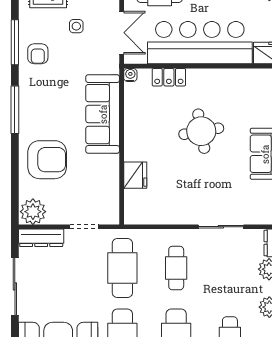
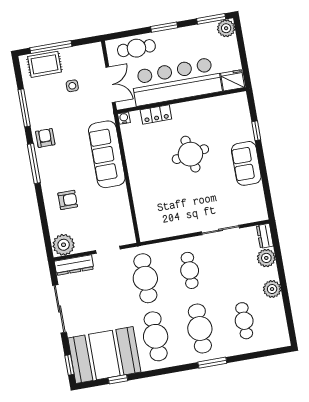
armchair: (38, 54) -> (45, 138), moved, turned 180
armchair: (47, 160) -> (68, 200), width x0.53, depth x0.53
fridge: (135, 175) -> (142, 200), removed

